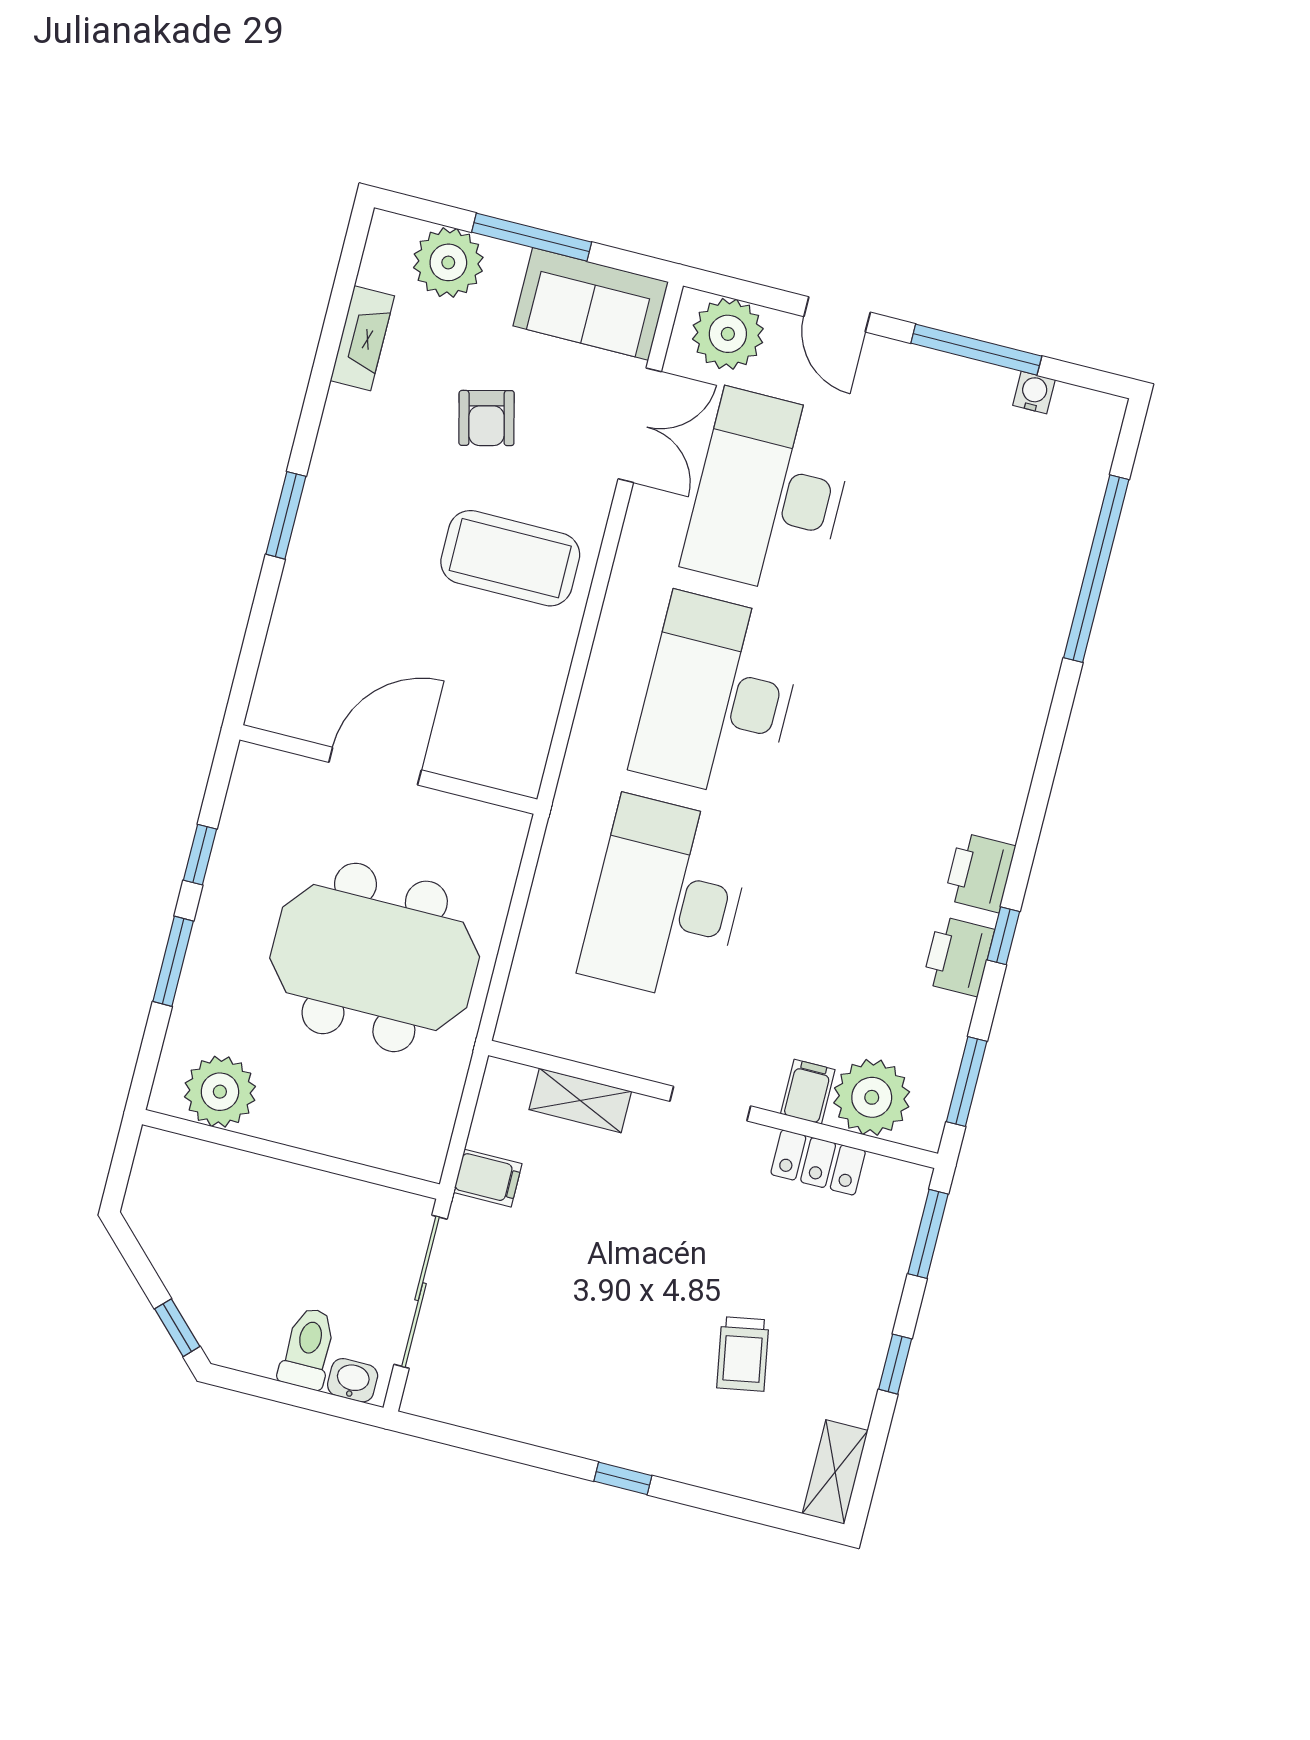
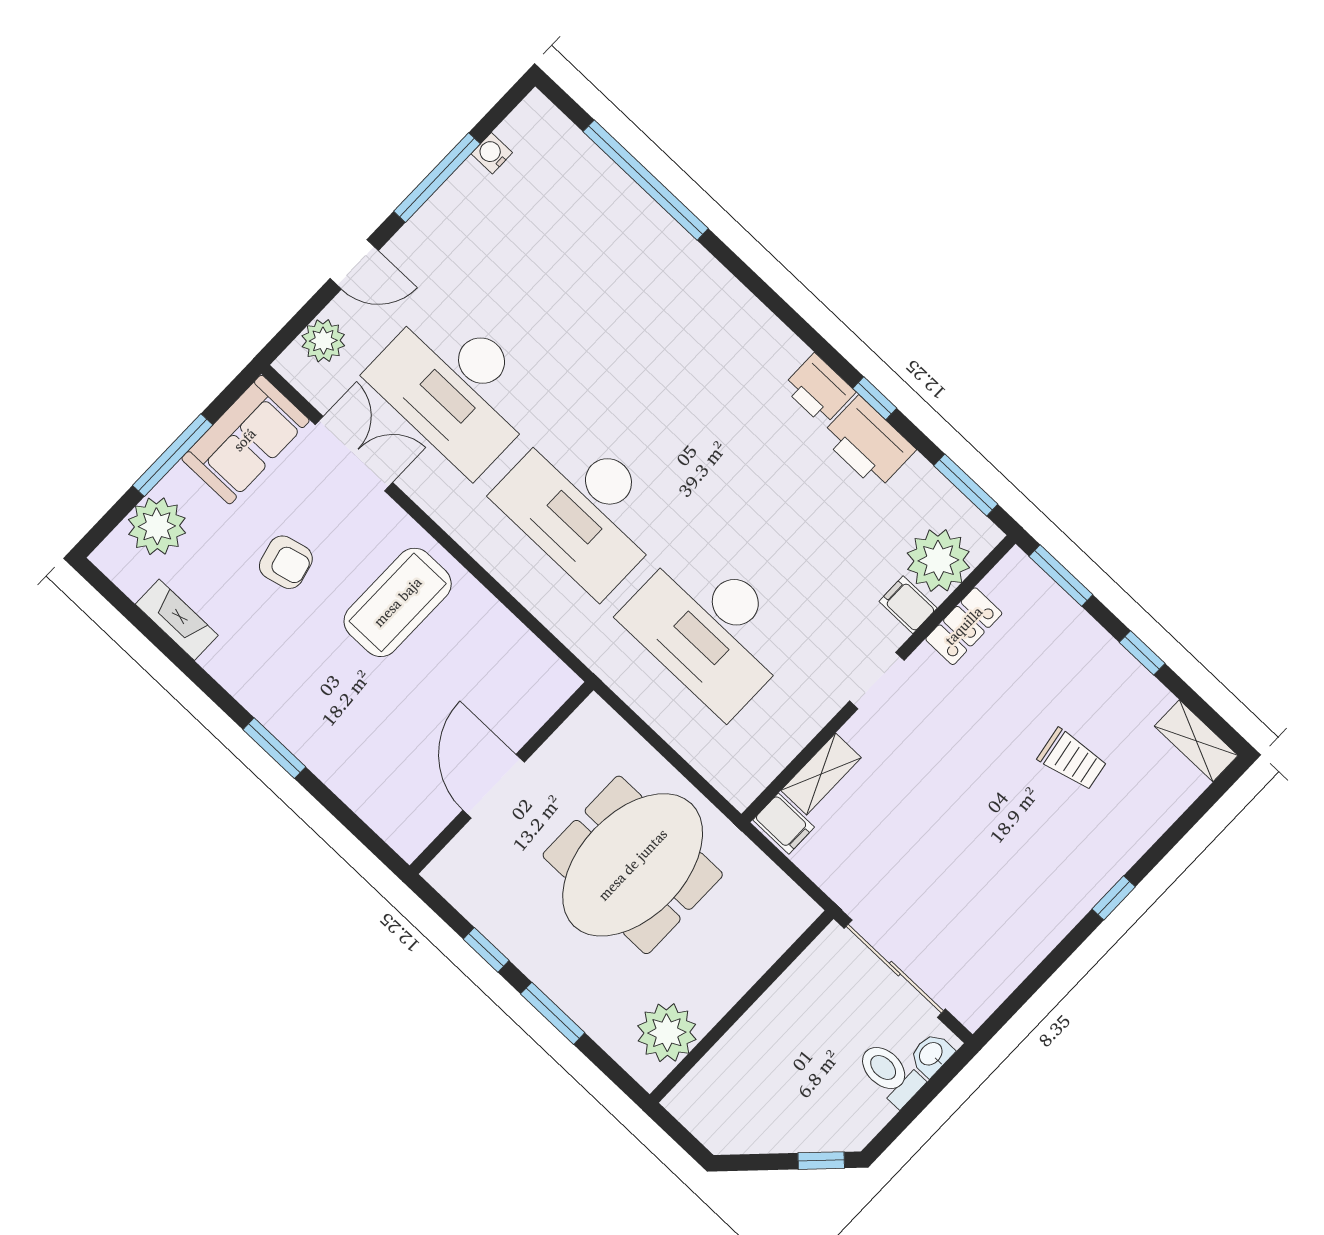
plant: (728, 334) -> (323, 341), width x0.73, depth x0.73
printer: (958, 956) -> (868, 443), width x1.37, depth x1.19
filing cabinet: (488, 1178) -> (784, 824), moved, turned 90

